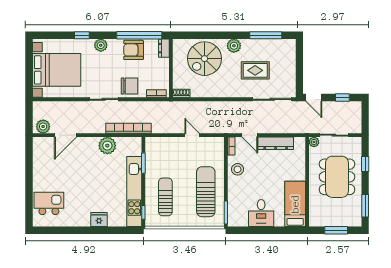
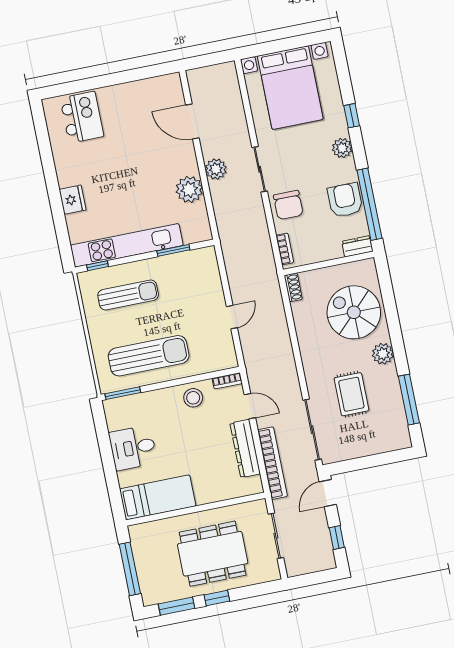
plant: (43, 127) -> (216, 169), moved
bookcase: (129, 128) -> (272, 463), moved
door: (250, 135) -> (250, 406), swing flipped
plant: (314, 142) -> (259, 507), removed
window: (365, 164) -> (217, 598), moved
window: (336, 230) -> (130, 569), width x1.44

